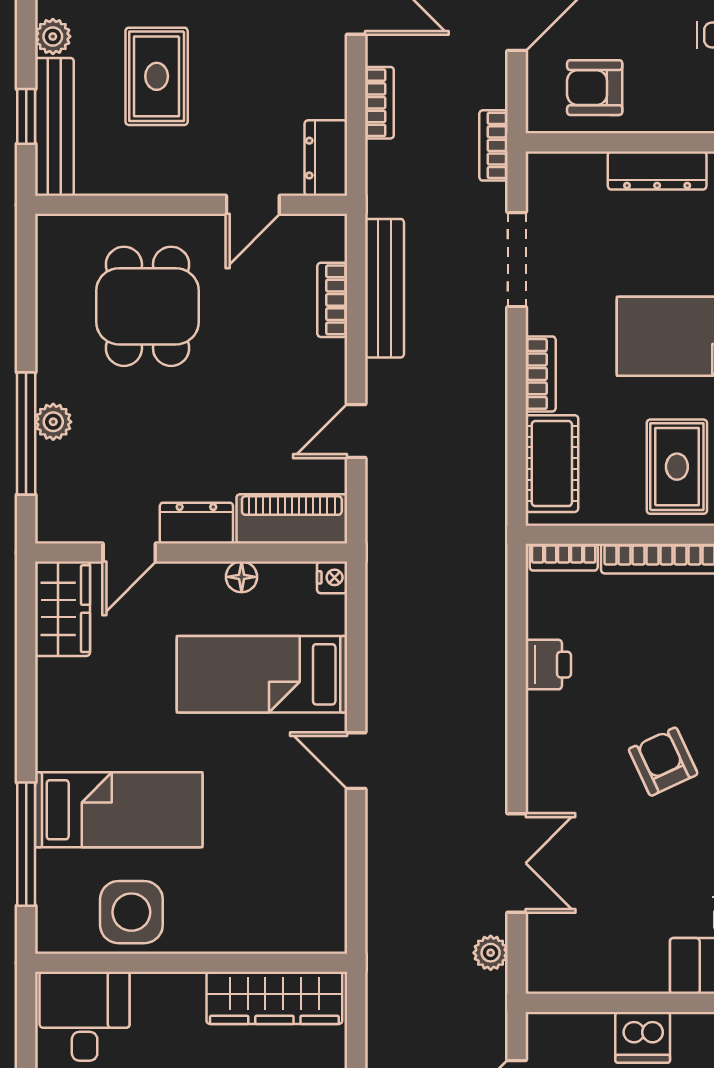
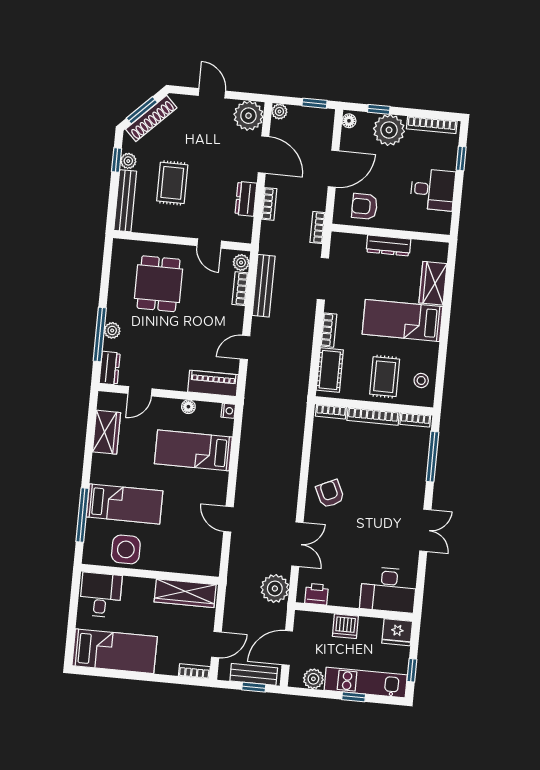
window: (26, 116) -> (117, 160), moved
dresser: (326, 158) -> (246, 199), moved
door: (253, 205) -> (209, 243), hinge flipped
plant: (329, 241) -> (241, 263), added
dresser: (196, 523) -> (110, 368), moved, turned 90
wardrobe: (62, 609) -> (106, 432), moved
printer: (548, 665) -> (317, 594), moved, turned -90
door: (356, 761) -> (228, 519), moved
armchair: (663, 762) -> (330, 494), moved
plant: (491, 953) -> (275, 588), width x1.88, depth x1.88

